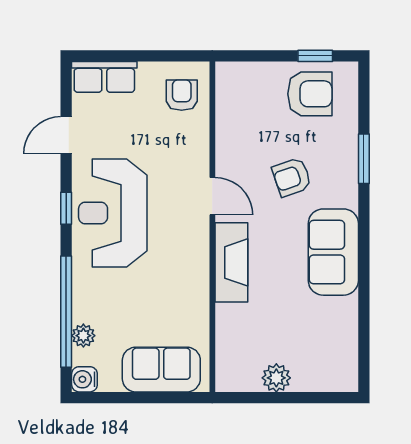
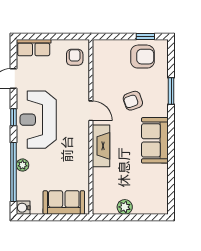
plant: (83, 336) -> (23, 165), moved

